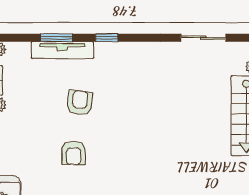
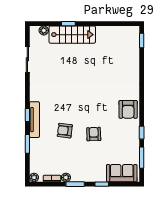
tv unit: (62, 50) -> (34, 120), moved
armchair: (74, 153) -> (94, 134), turned -92

